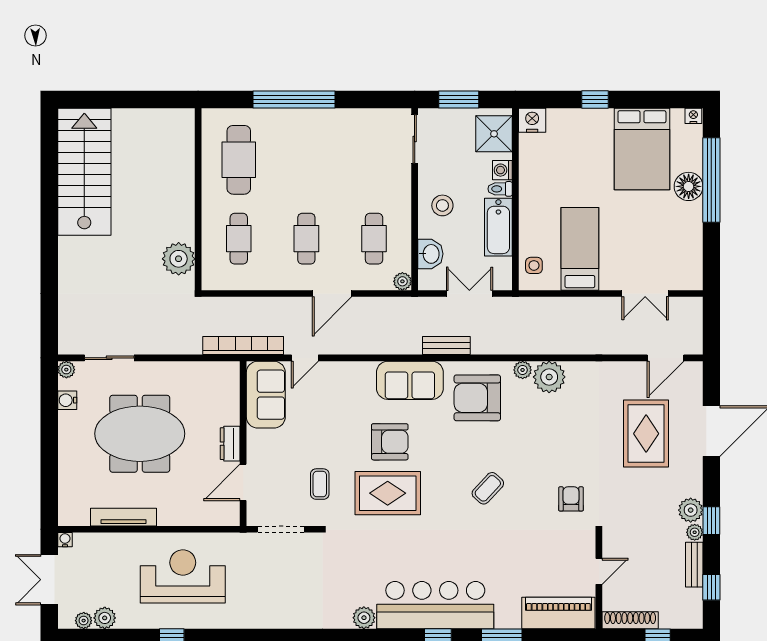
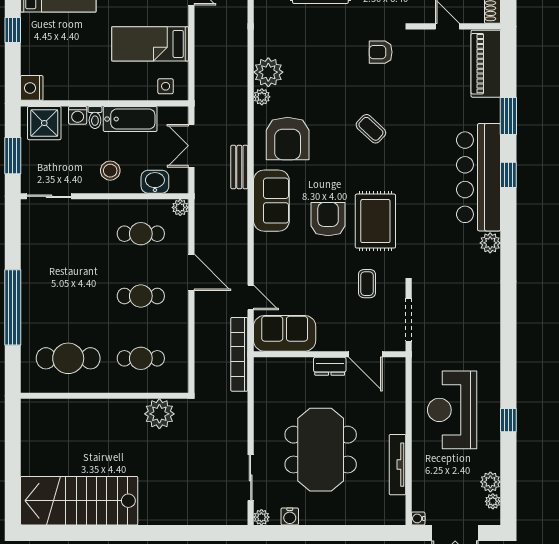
coffee table: (320, 484) -> (367, 284), turned 90

